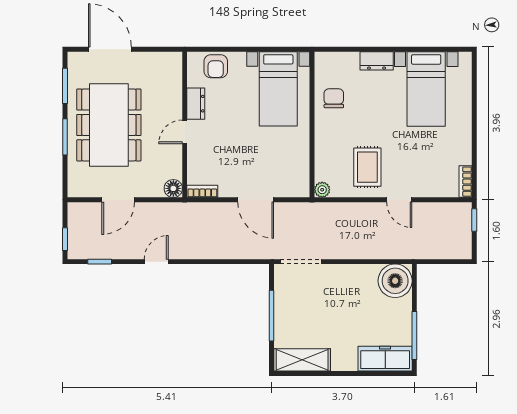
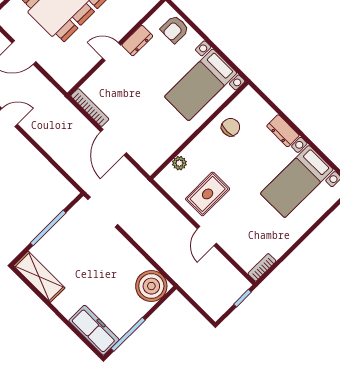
floor lamp: (173, 188) -> (67, 81), removed
plant: (322, 190) -> (179, 163), moved
bookcase: (202, 191) -> (90, 108), width x1.56

